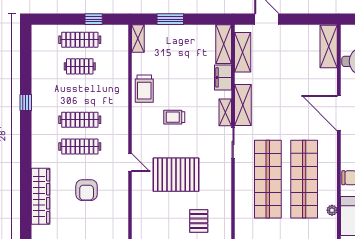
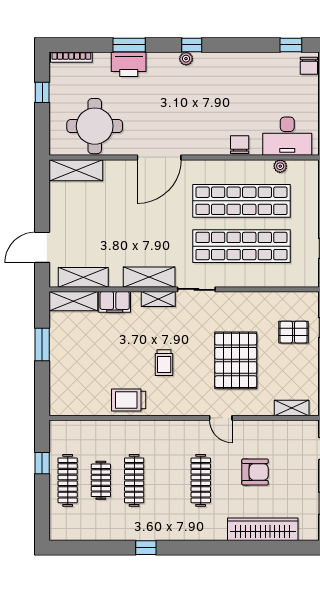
window: (170, 19) -> (42, 344), moved
shelving: (138, 39) -> (292, 408), moved
trolley: (144, 89) -> (129, 400), turned 180
clothes rail: (80, 120) -> (134, 480), moved
door: (130, 163) -> (221, 418), swing flipped

